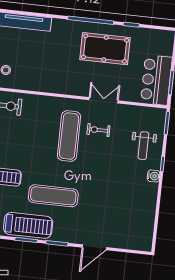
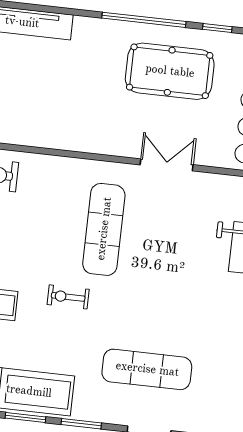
exercise bike: (98, 130) -> (68, 297), moved
exercise mat: (53, 196) -> (147, 369), moved

